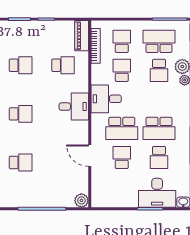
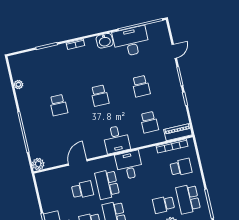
school desk: (159, 41) -> (188, 199), turned 180
school desk: (122, 70) -> (156, 173), removed

